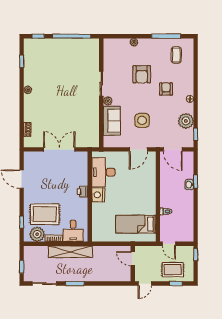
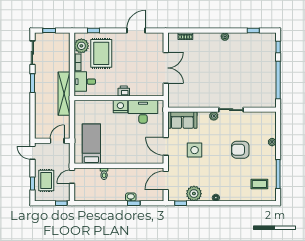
armchair: (166, 89) -> (226, 174), removed
sofa: (112, 121) -> (182, 120), moved
shelving: (70, 252) -> (64, 94), moved

